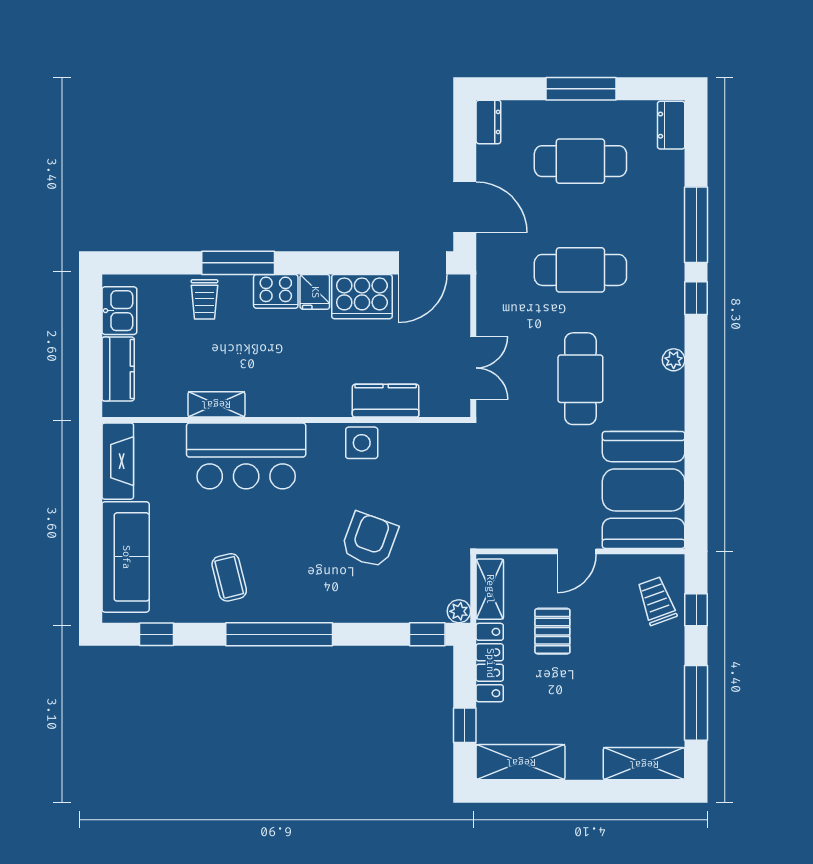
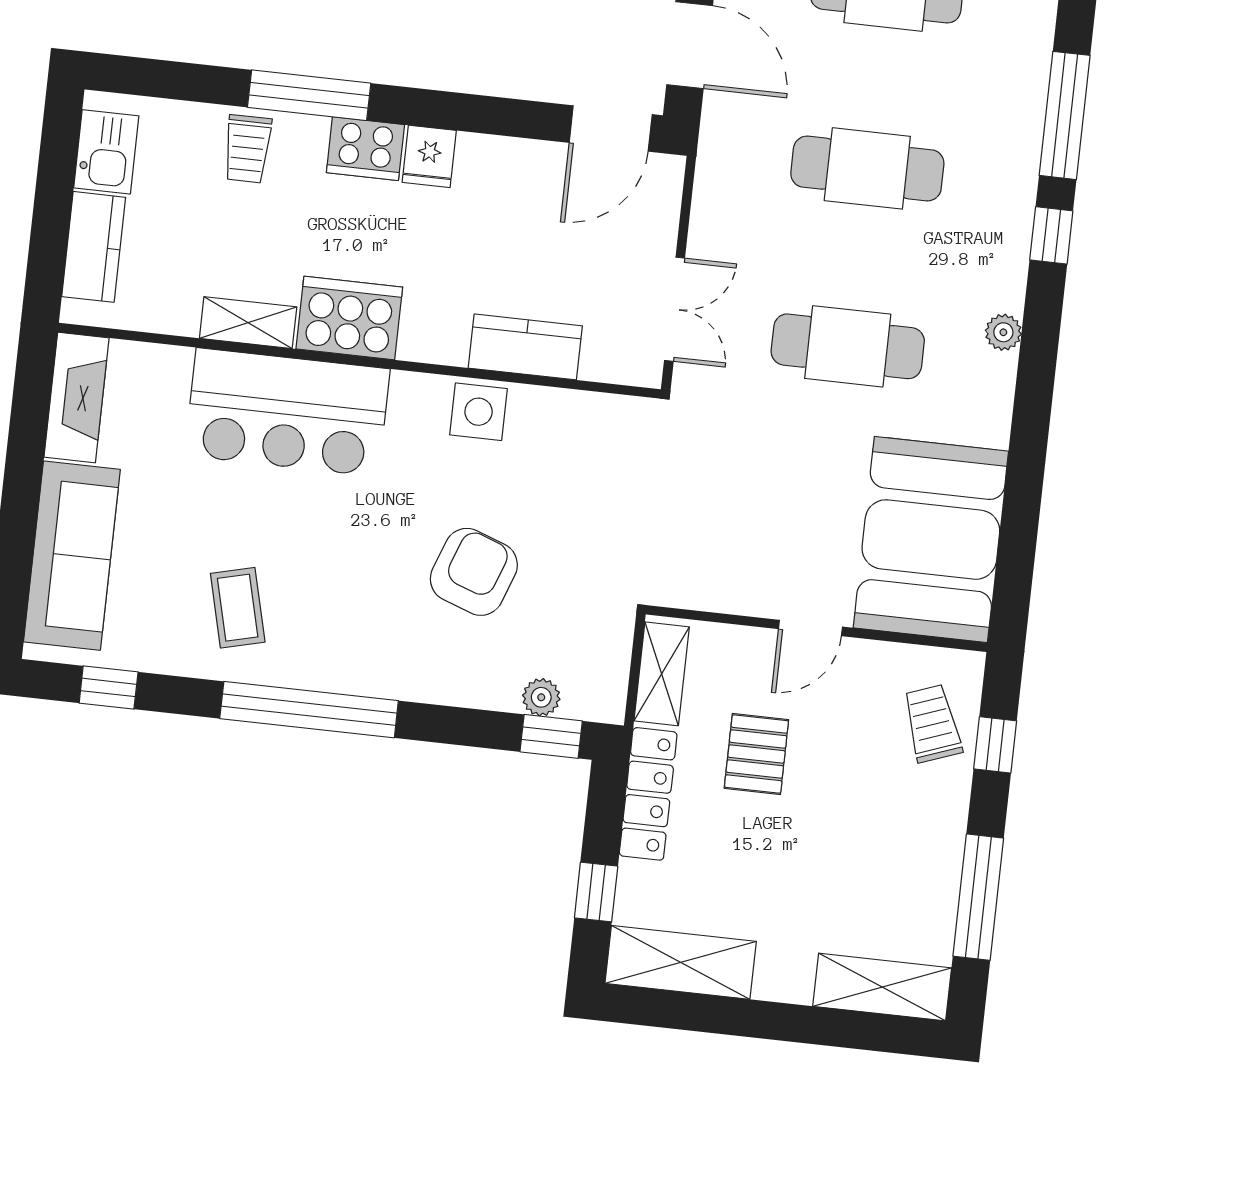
cooker: (362, 297) -> (349, 318), moved, turned 180
cafe table: (580, 379) -> (848, 346), turned 90
plant: (459, 611) -> (541, 697), moved

